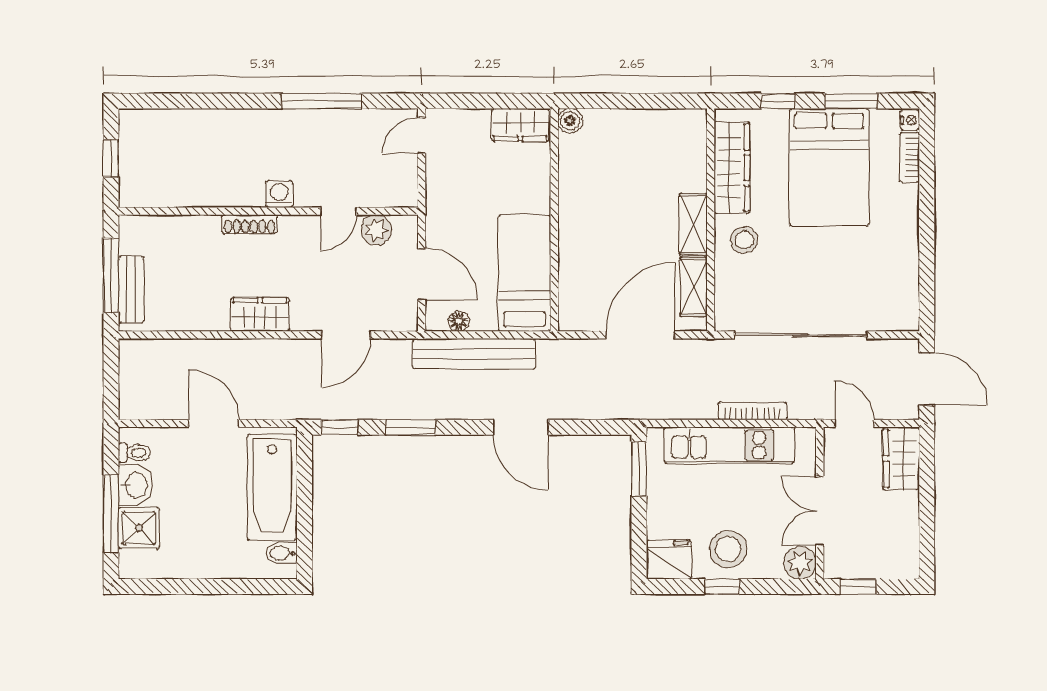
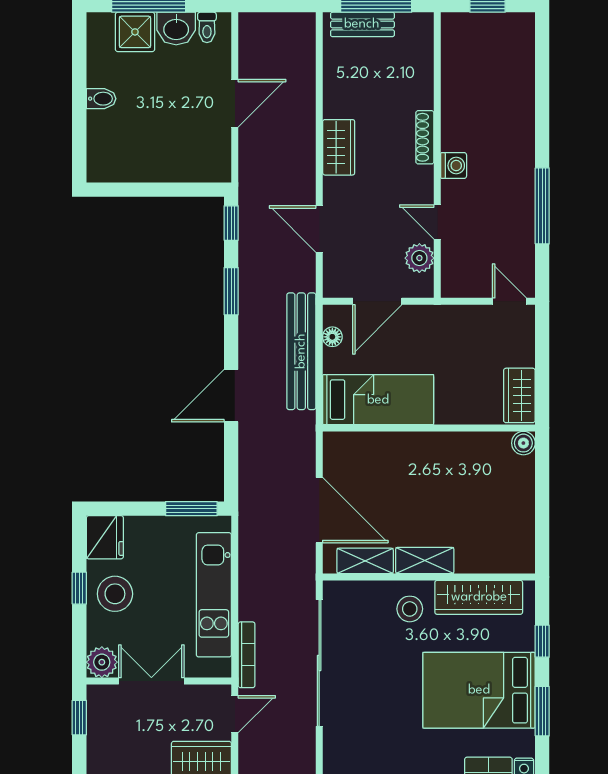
bookcase: (753, 411) -> (247, 655), moved
bathtub: (272, 487) -> (174, 159), removed
bidet: (282, 553) -> (101, 99), moved, turned 90

